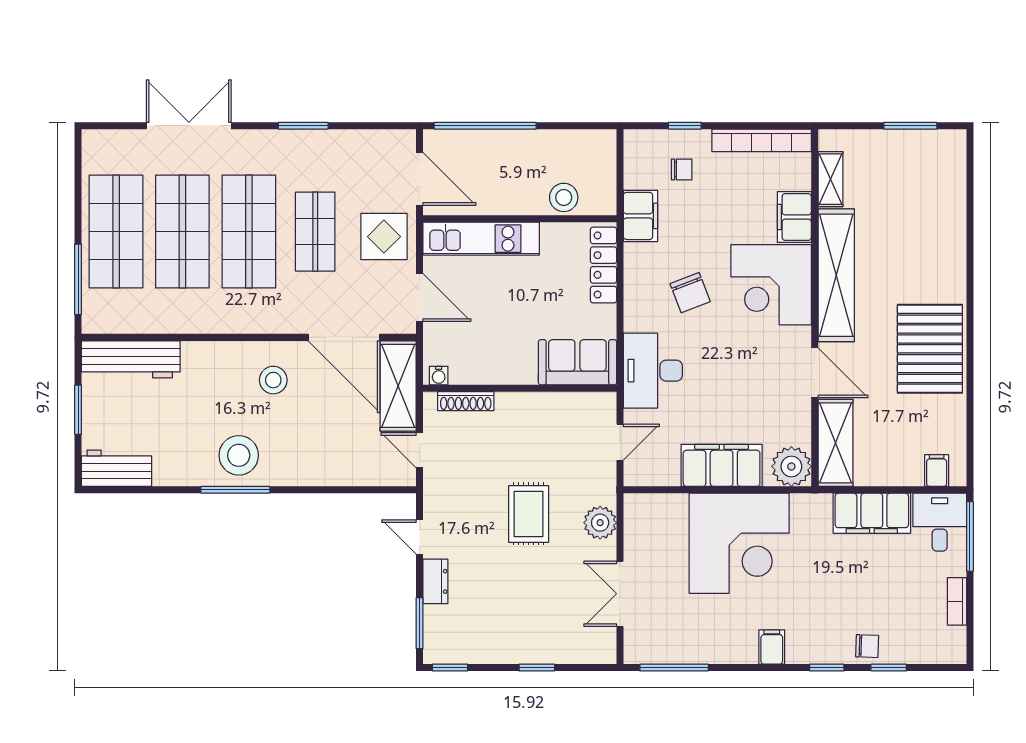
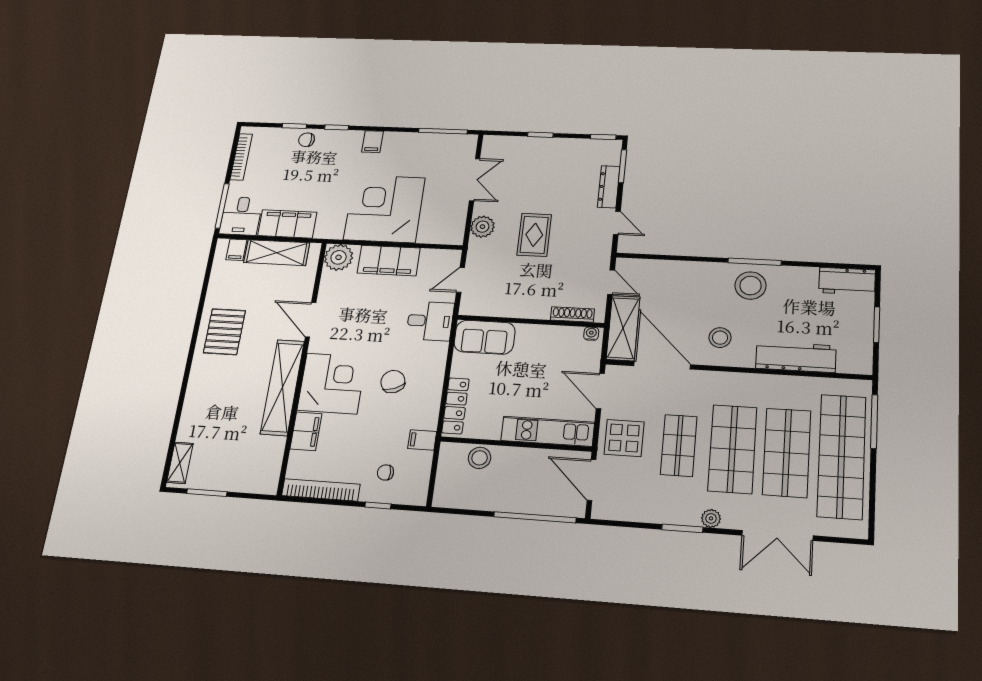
plant: (269, 141) -> (711, 518), added
shelving: (830, 179) -> (180, 463), moved
filing cabinet: (640, 216) -> (422, 440), width x0.50
shop shelf: (116, 232) -> (842, 456), width x1.40
pallet: (930, 349) -> (224, 332), width x0.73, depth x0.71
workbench: (131, 359) -> (796, 357), moved
desk: (653, 371) -> (430, 321), width x0.73
shelving: (835, 443) -> (277, 253), moved, turned 90
dresser: (435, 581) -> (609, 187), width x1.44
bookcase: (957, 601) -> (241, 157), width x1.56

